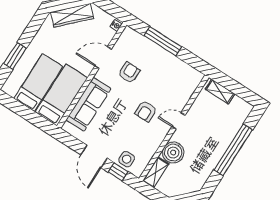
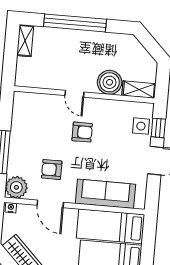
plant: (130, 38) -> (16, 187), added
shelving: (220, 92) -> (25, 41), moved

